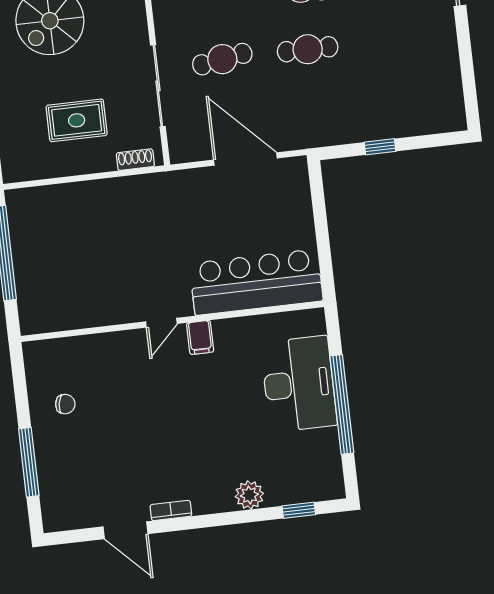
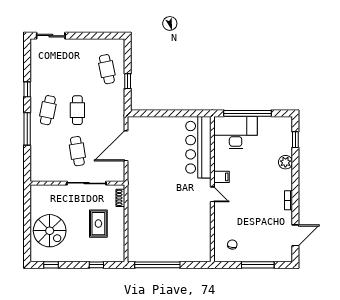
cafe table: (400, 101) -> (107, 69), added
bar counter: (256, 282) -> (198, 147), moved
wall: (172, 321) -> (212, 189), moved
door: (161, 323) -> (212, 194), moved
filing cabinet: (200, 337) -> (221, 177), moved
door: (126, 530) -> (295, 235), moved

